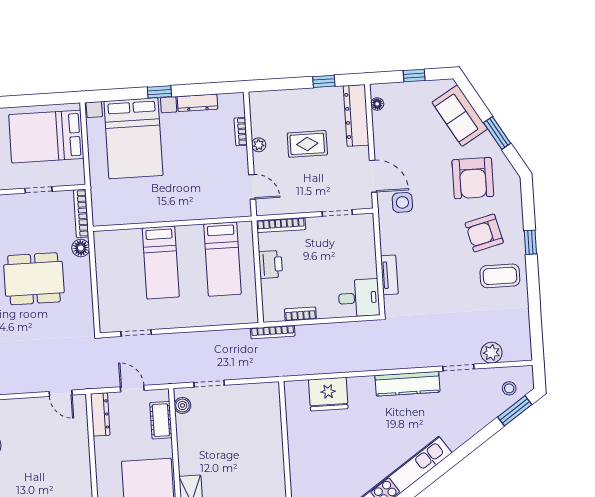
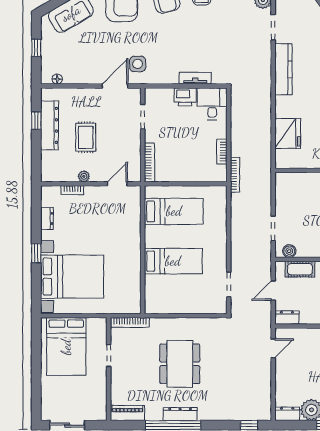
dresser: (197, 103) -> (47, 218), width x0.70
dresser: (356, 115) -> (50, 125), moved, turned -90
floor lamp: (81, 248) -> (158, 325), removed
printer: (271, 264) -> (185, 97), moved, turned 180
dresser: (100, 414) -> (287, 318), width x0.70

